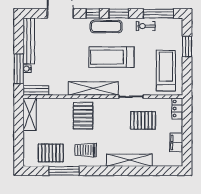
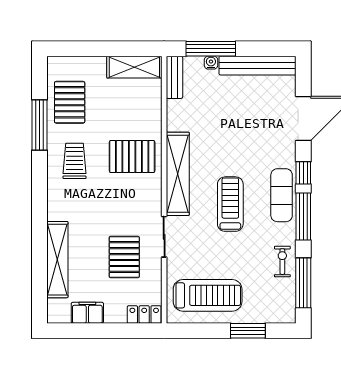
window: (119, 14) -> (303, 216), width x1.44
treadmill: (111, 57) -> (230, 204), width x0.73, depth x0.73
shelving: (129, 160) -> (57, 260), moved

